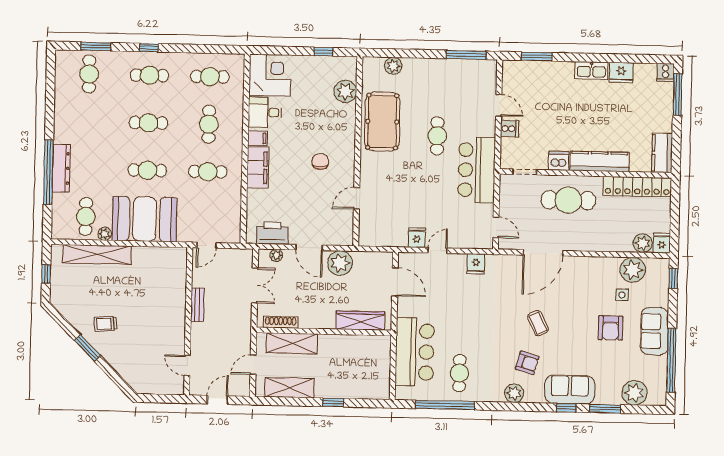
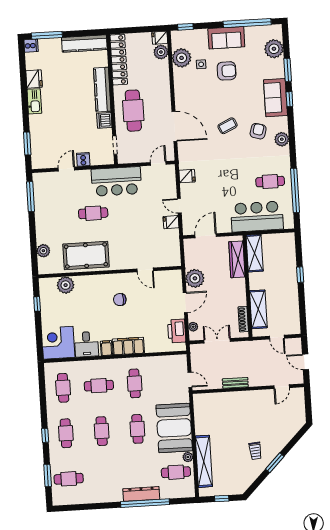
kitchen counter: (662, 153) -> (84, 44), width x1.50
shelving: (289, 388) -> (255, 253), moved

